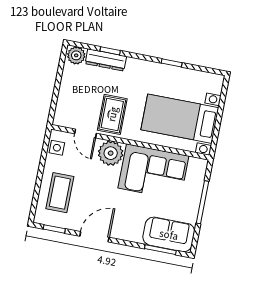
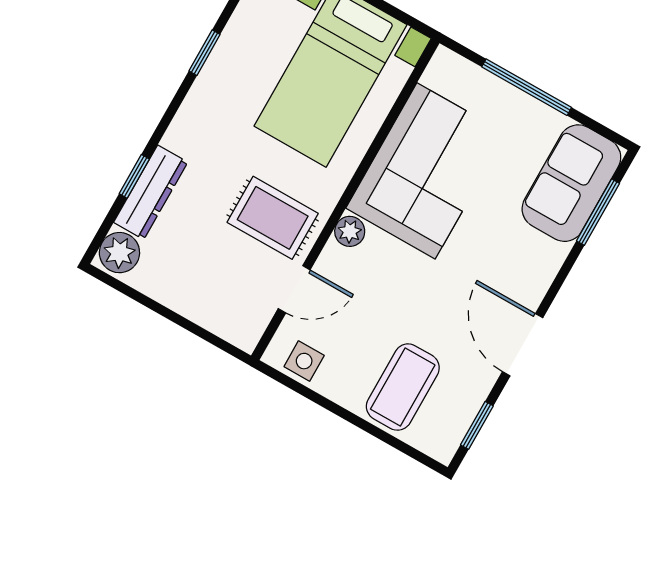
plant: (111, 153) -> (350, 231), width x0.53, depth x0.53
coffee table: (60, 193) -> (403, 387), turned 90

